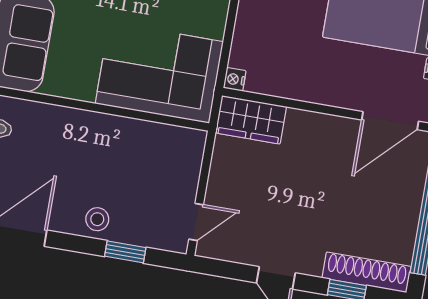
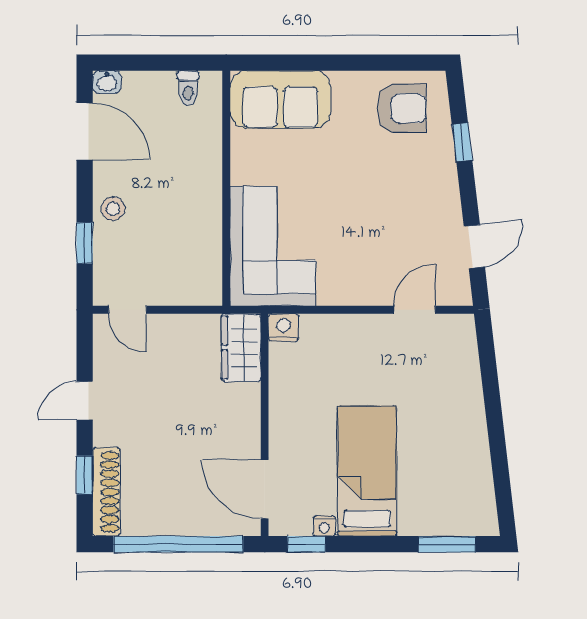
nightstand: (235, 79) -> (284, 327), width x1.39, depth x1.35

